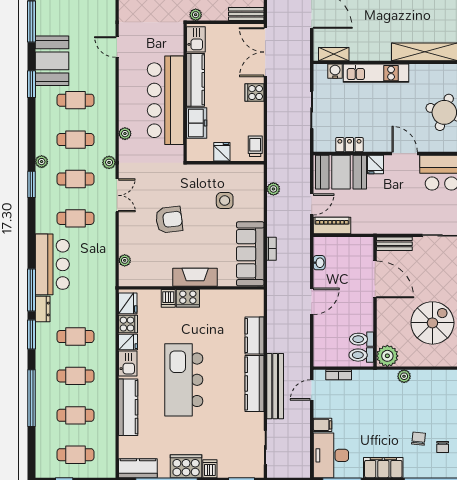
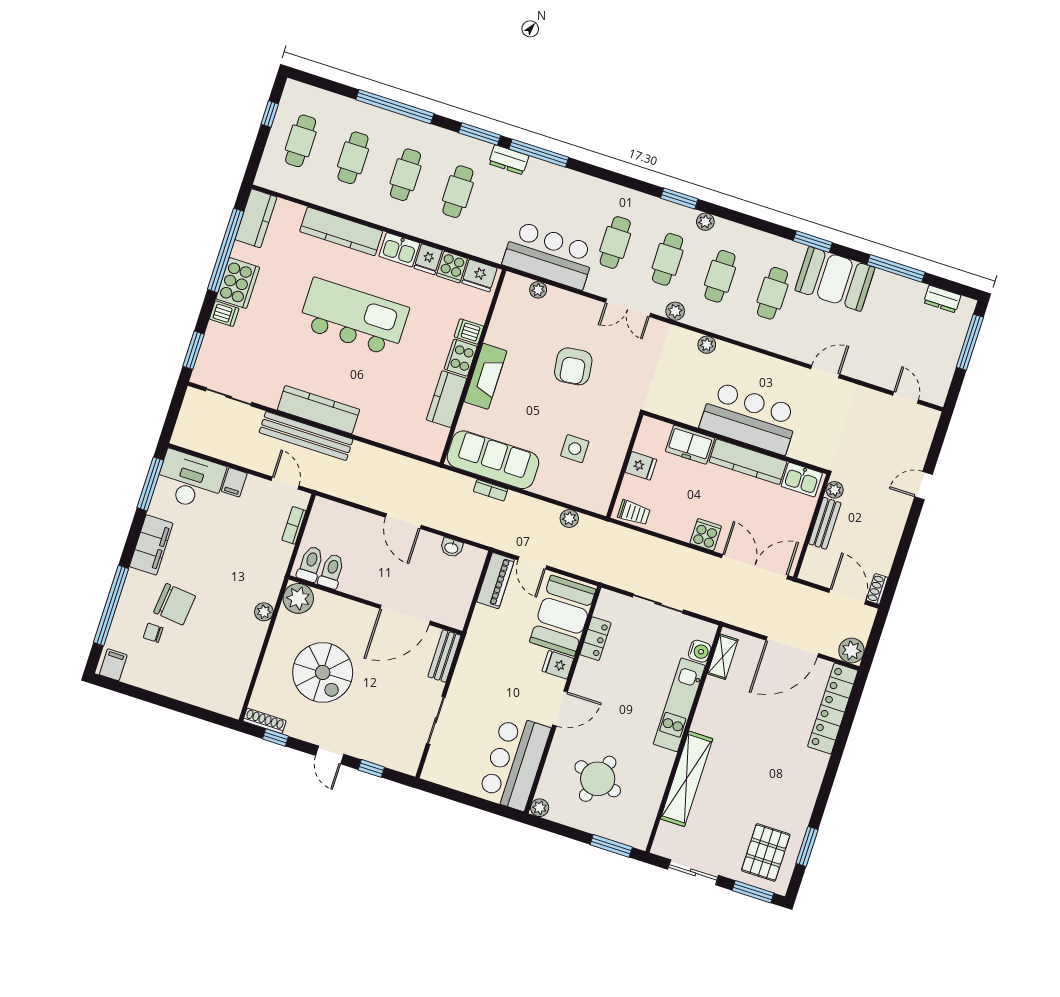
bench: (246, 14) -> (825, 523), moved
bar counter: (165, 100) -> (749, 418), width x0.73
bar counter: (52, 264) -> (549, 255), moved, turned 180
kitchen counter: (255, 336) -> (446, 399), moved, turned -90
chair: (419, 439) -> (175, 604), width x1.87, depth x1.87

